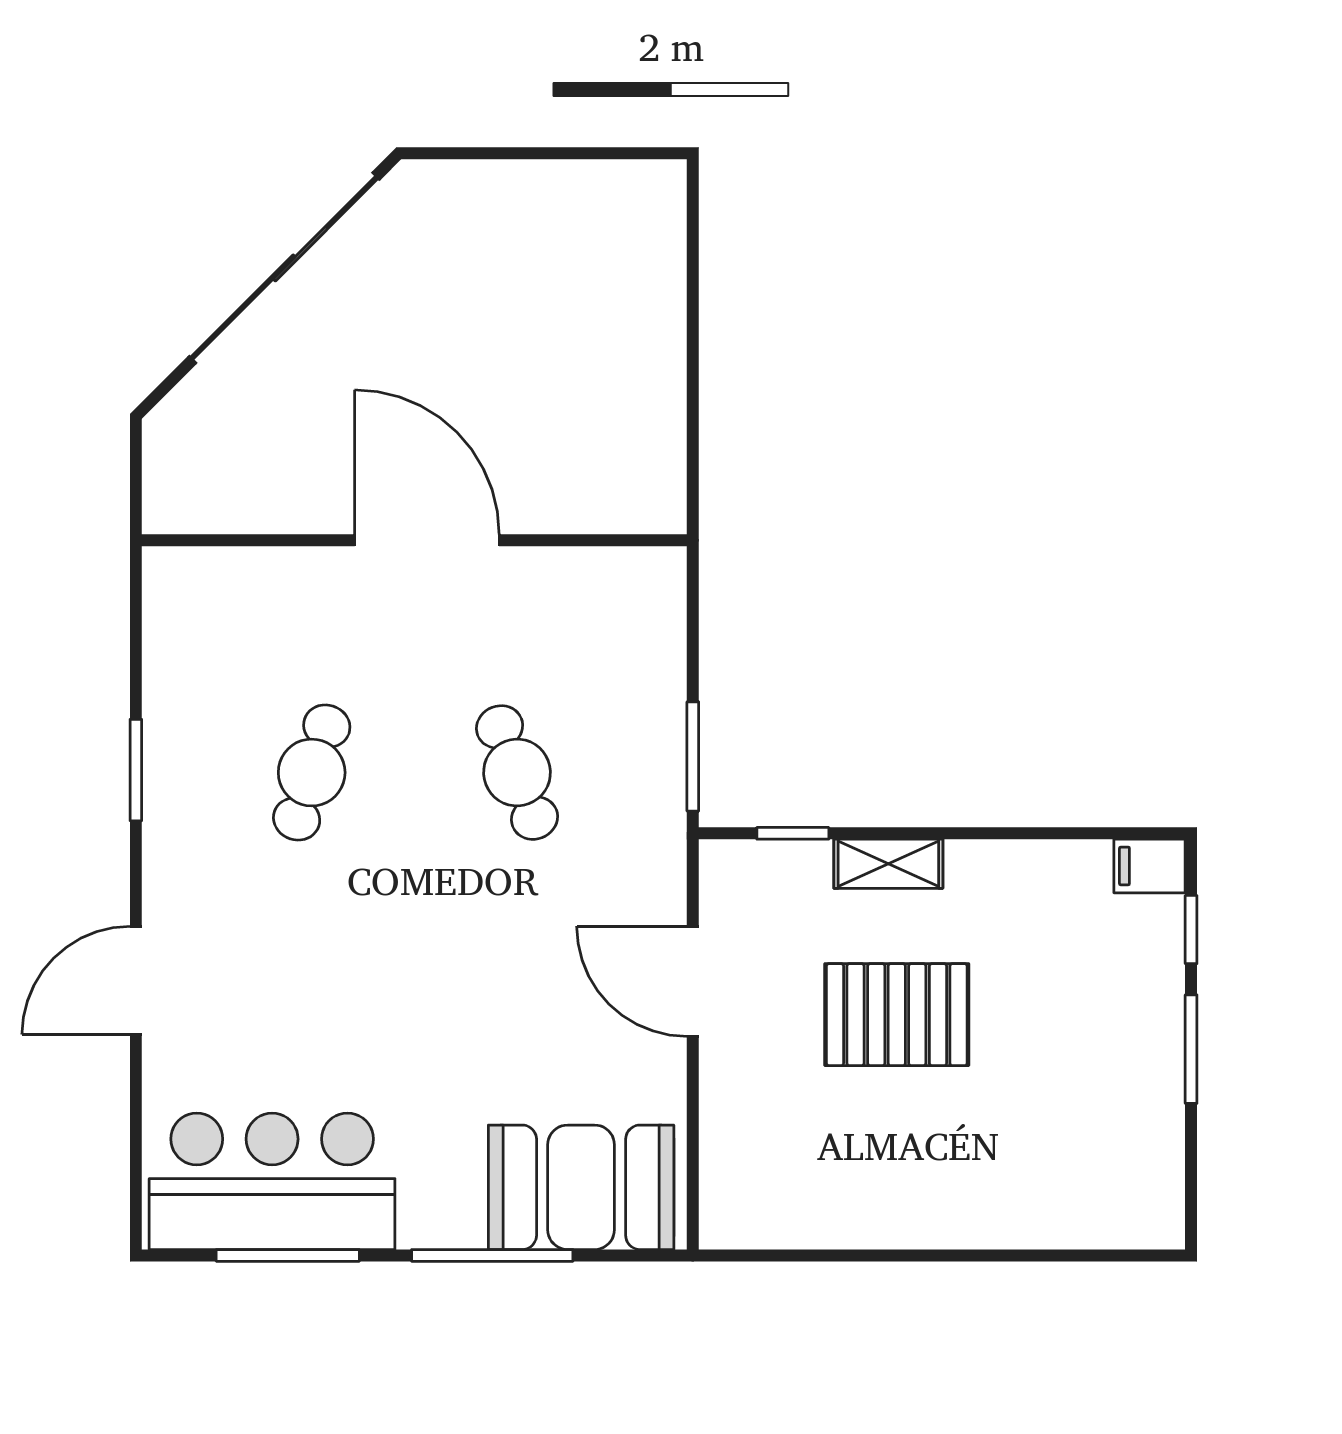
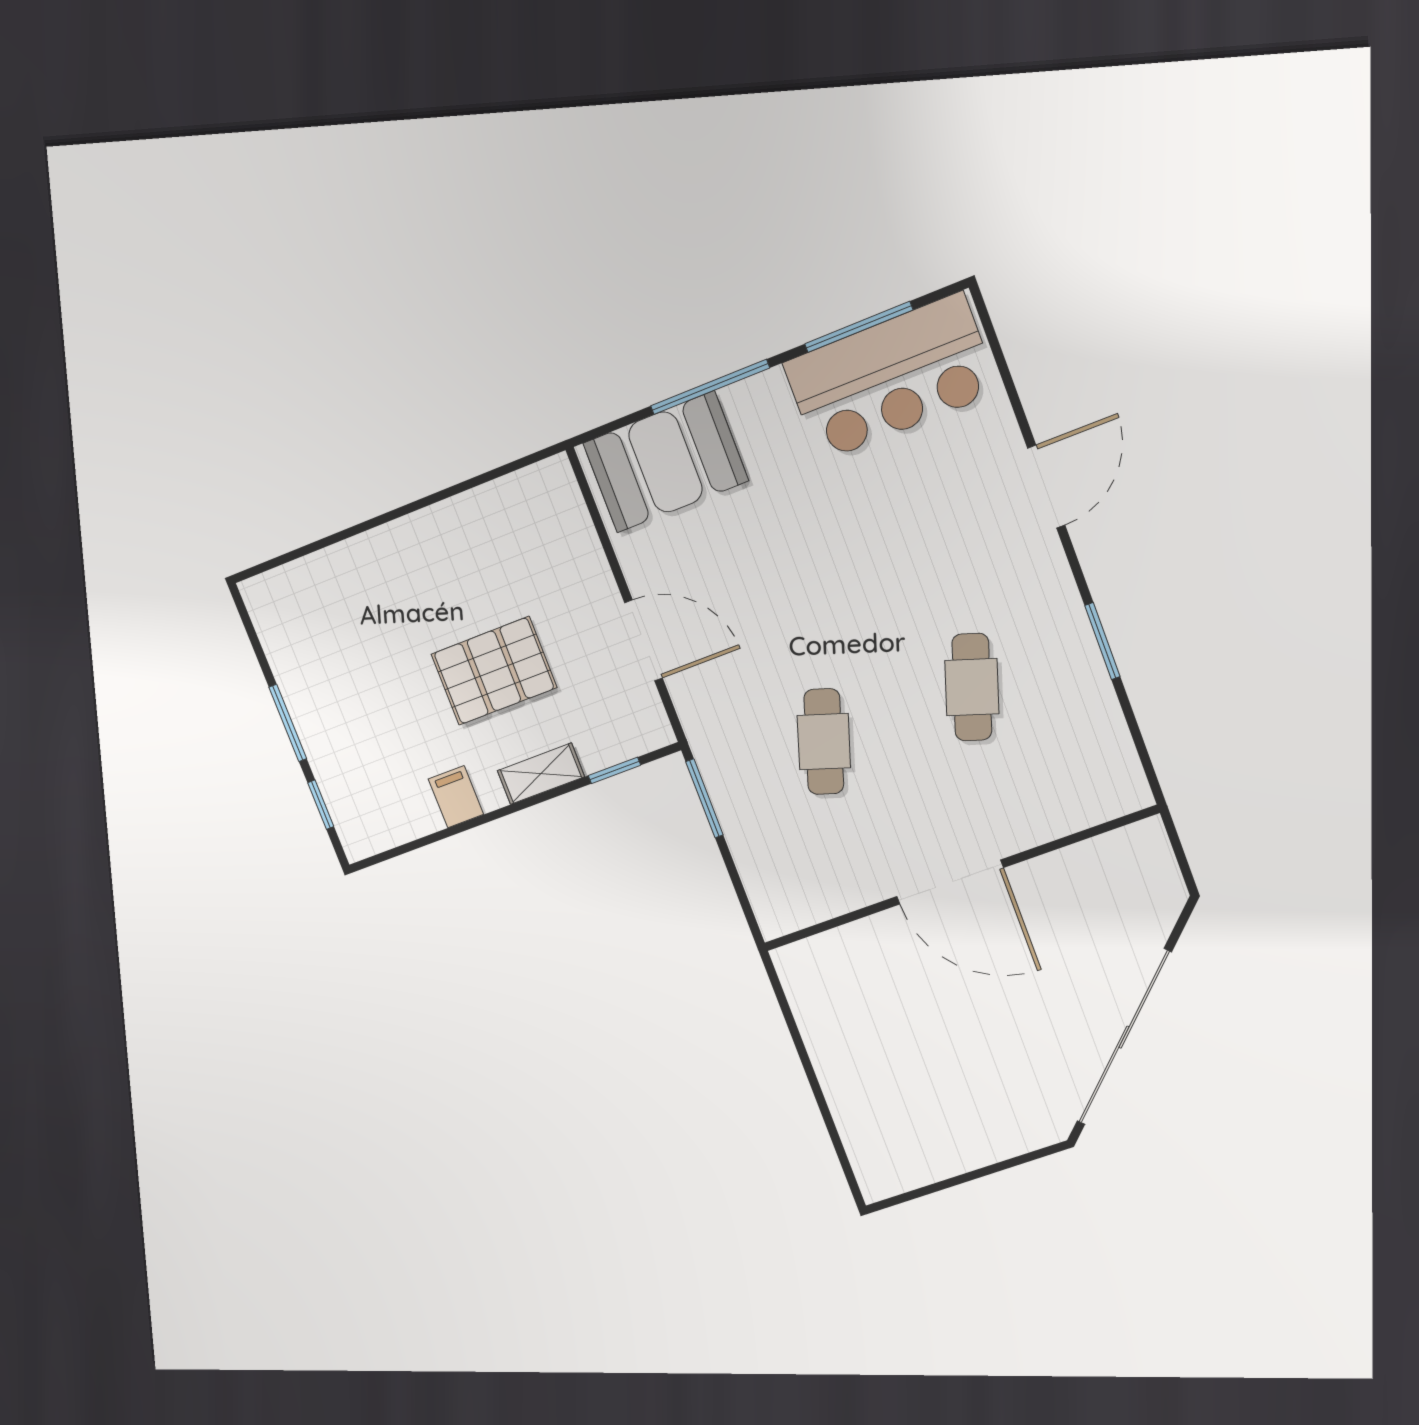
cafe table: (517, 773) -> (824, 742), turned 39
filing cabinet: (1149, 866) -> (456, 797), moved, turned -90

